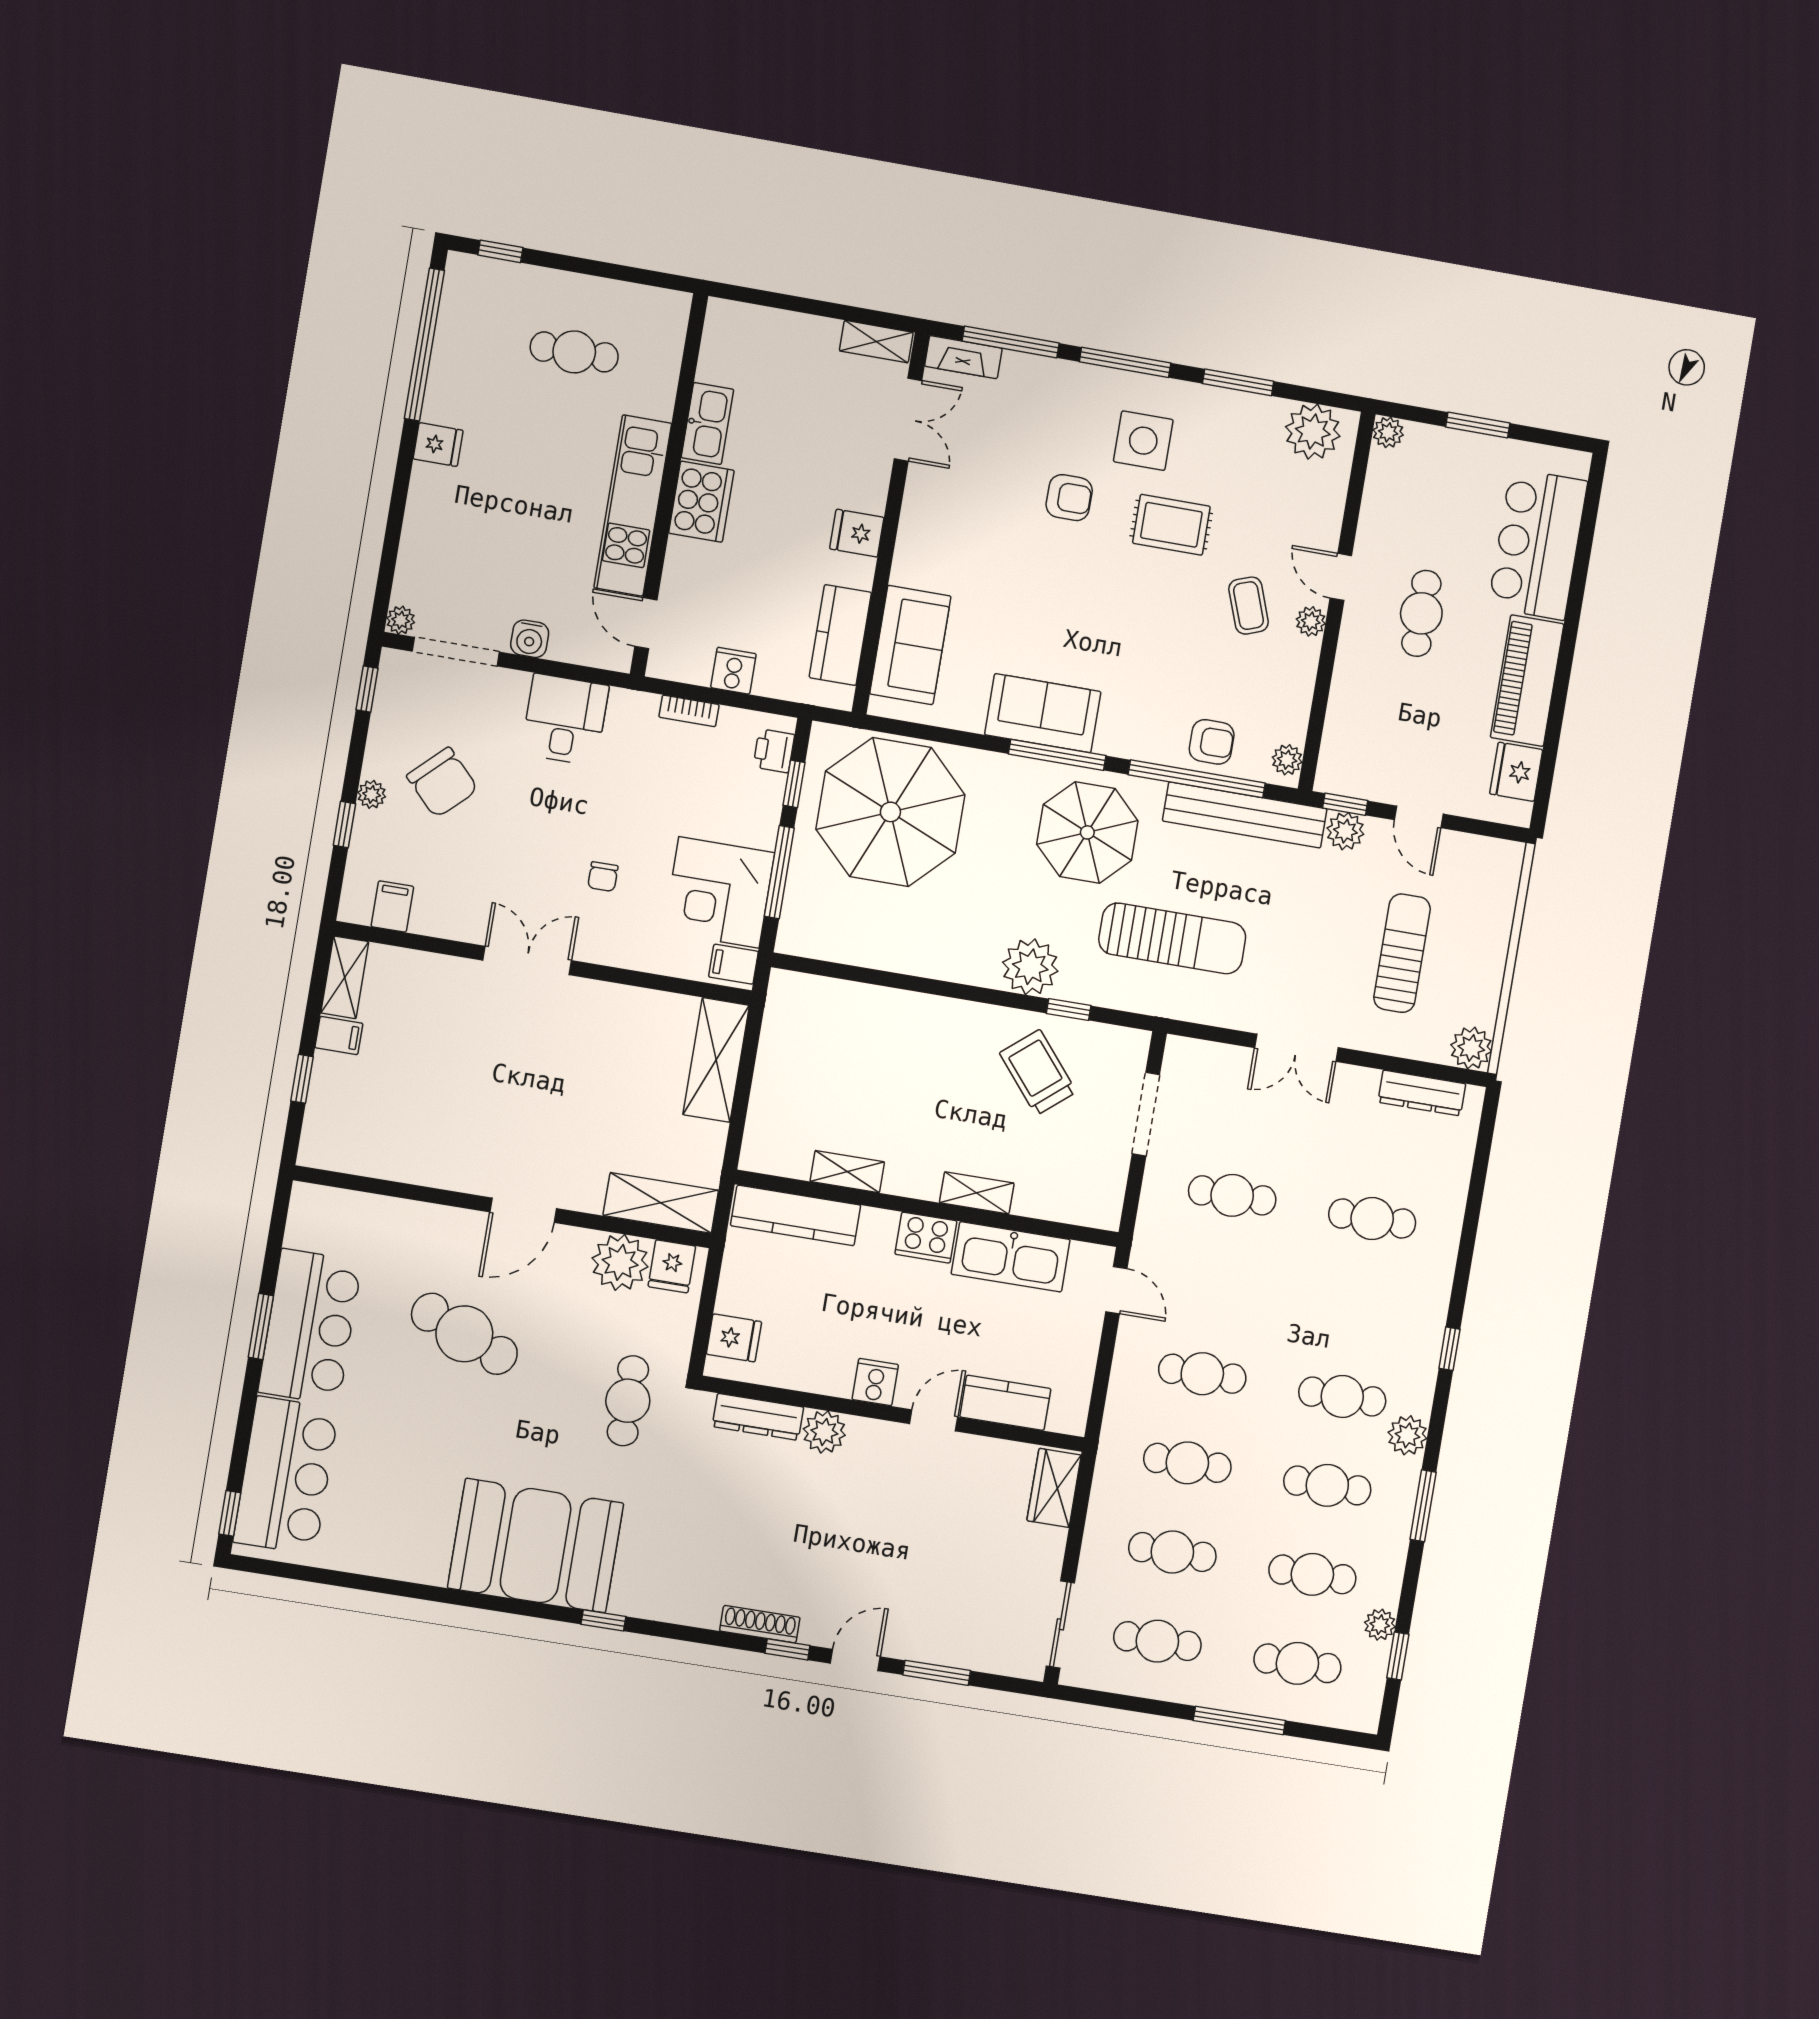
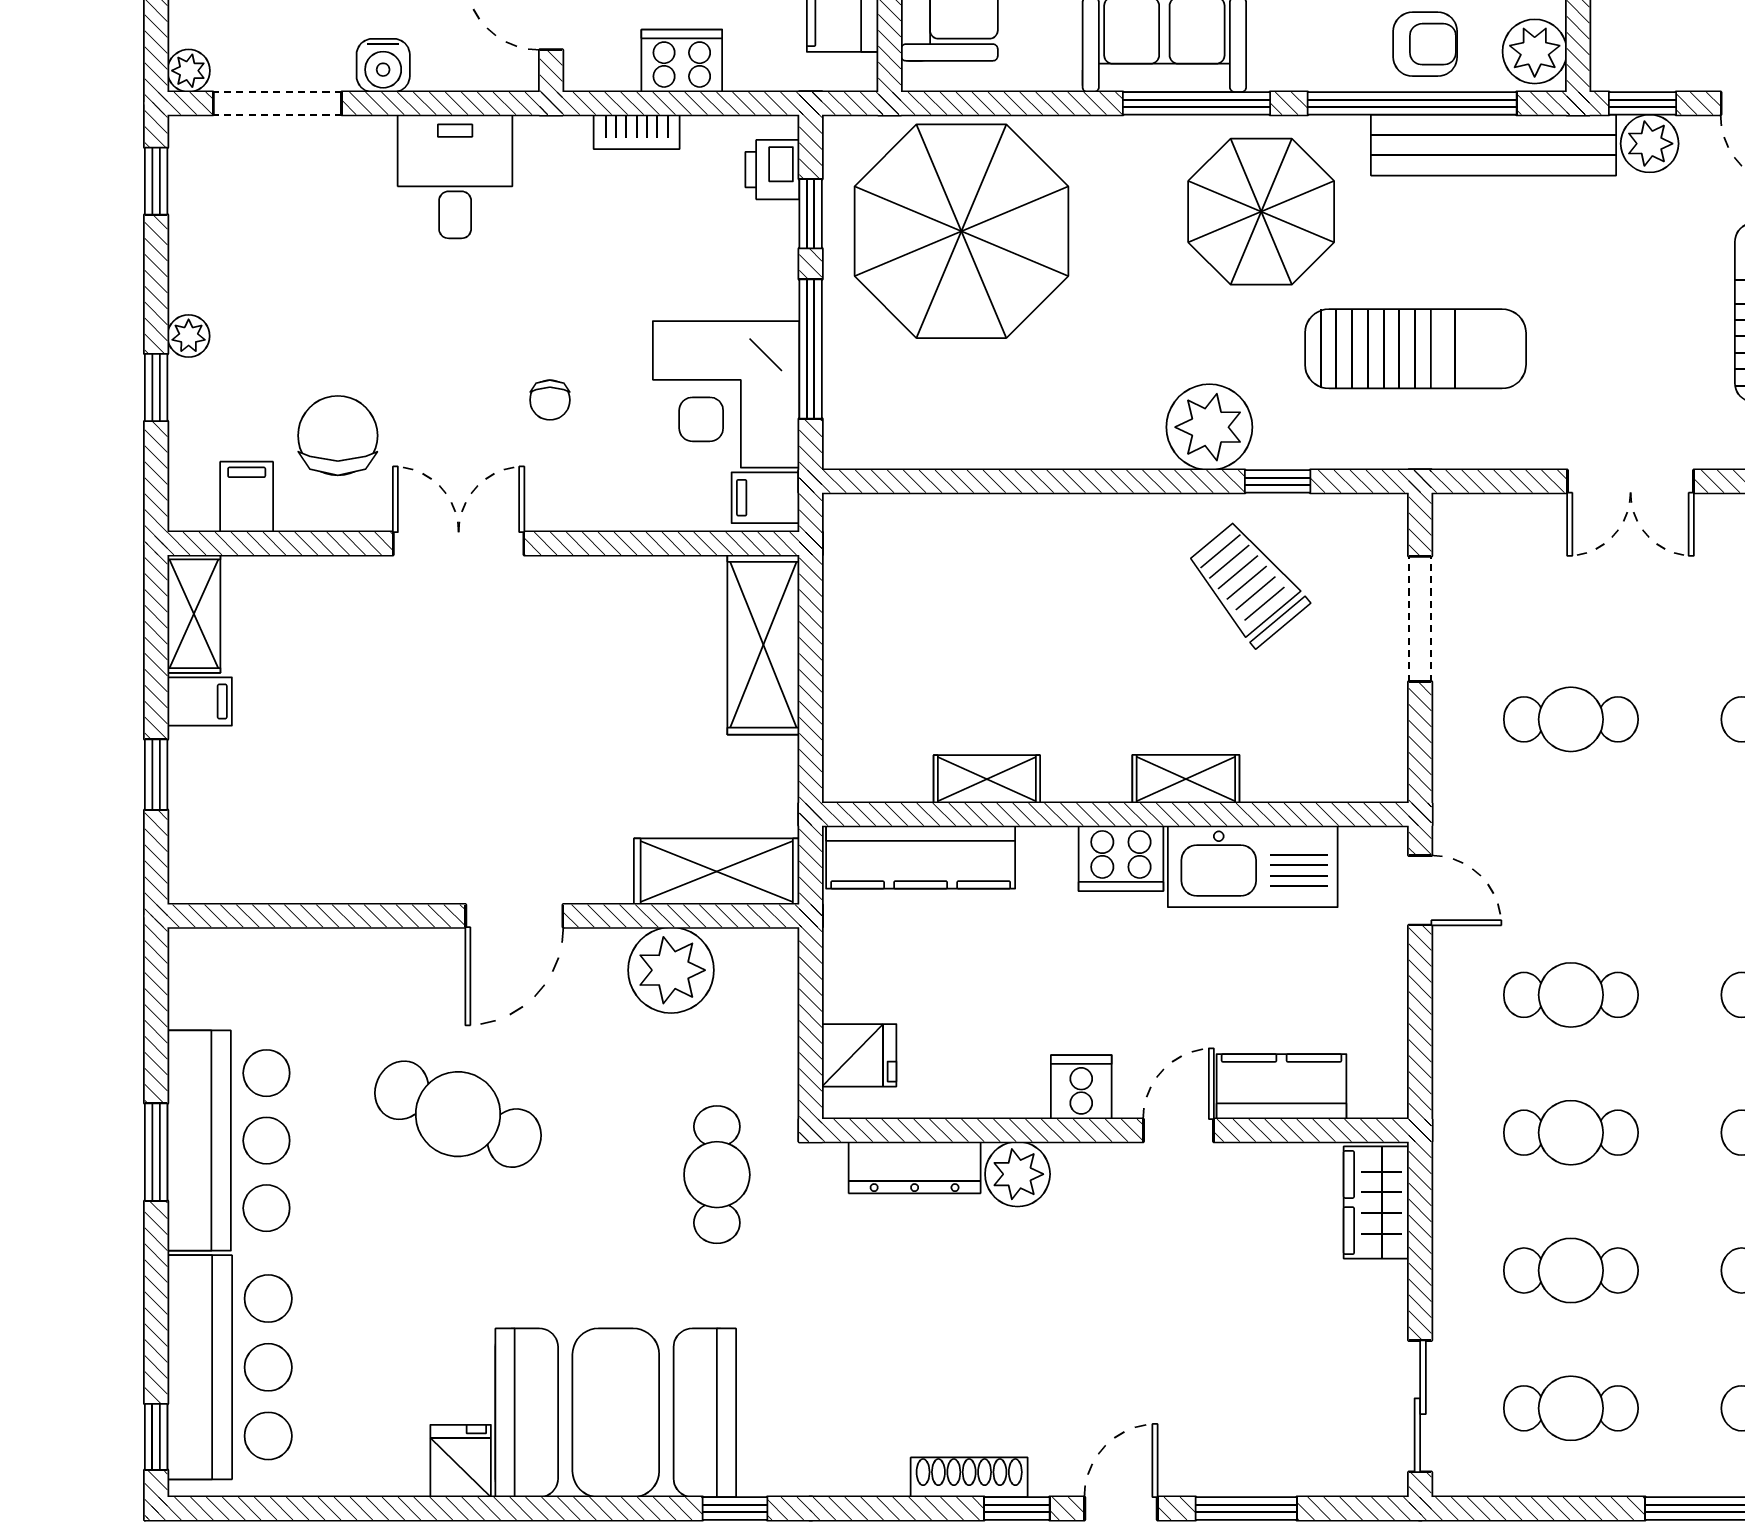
cooker: (733, 671) -> (682, 61), width x1.36
plant: (1287, 760) -> (1535, 51), width x1.38, depth x1.38
chair: (442, 783) -> (338, 436), moved, turned -136
fridge: (672, 1266) -> (461, 1461), moved, turned 180

